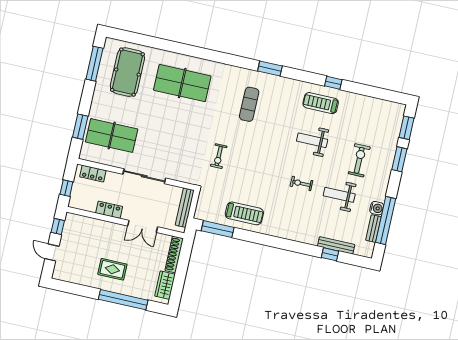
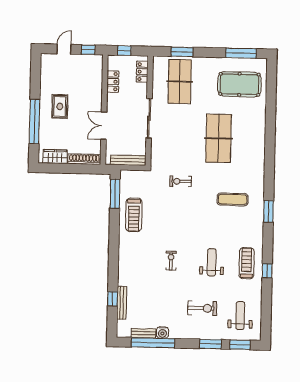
table tennis table: (182, 83) -> (219, 138), moved
weight bench: (339, 195) -> (240, 316), moved
locker: (109, 210) -> (113, 82), moved

